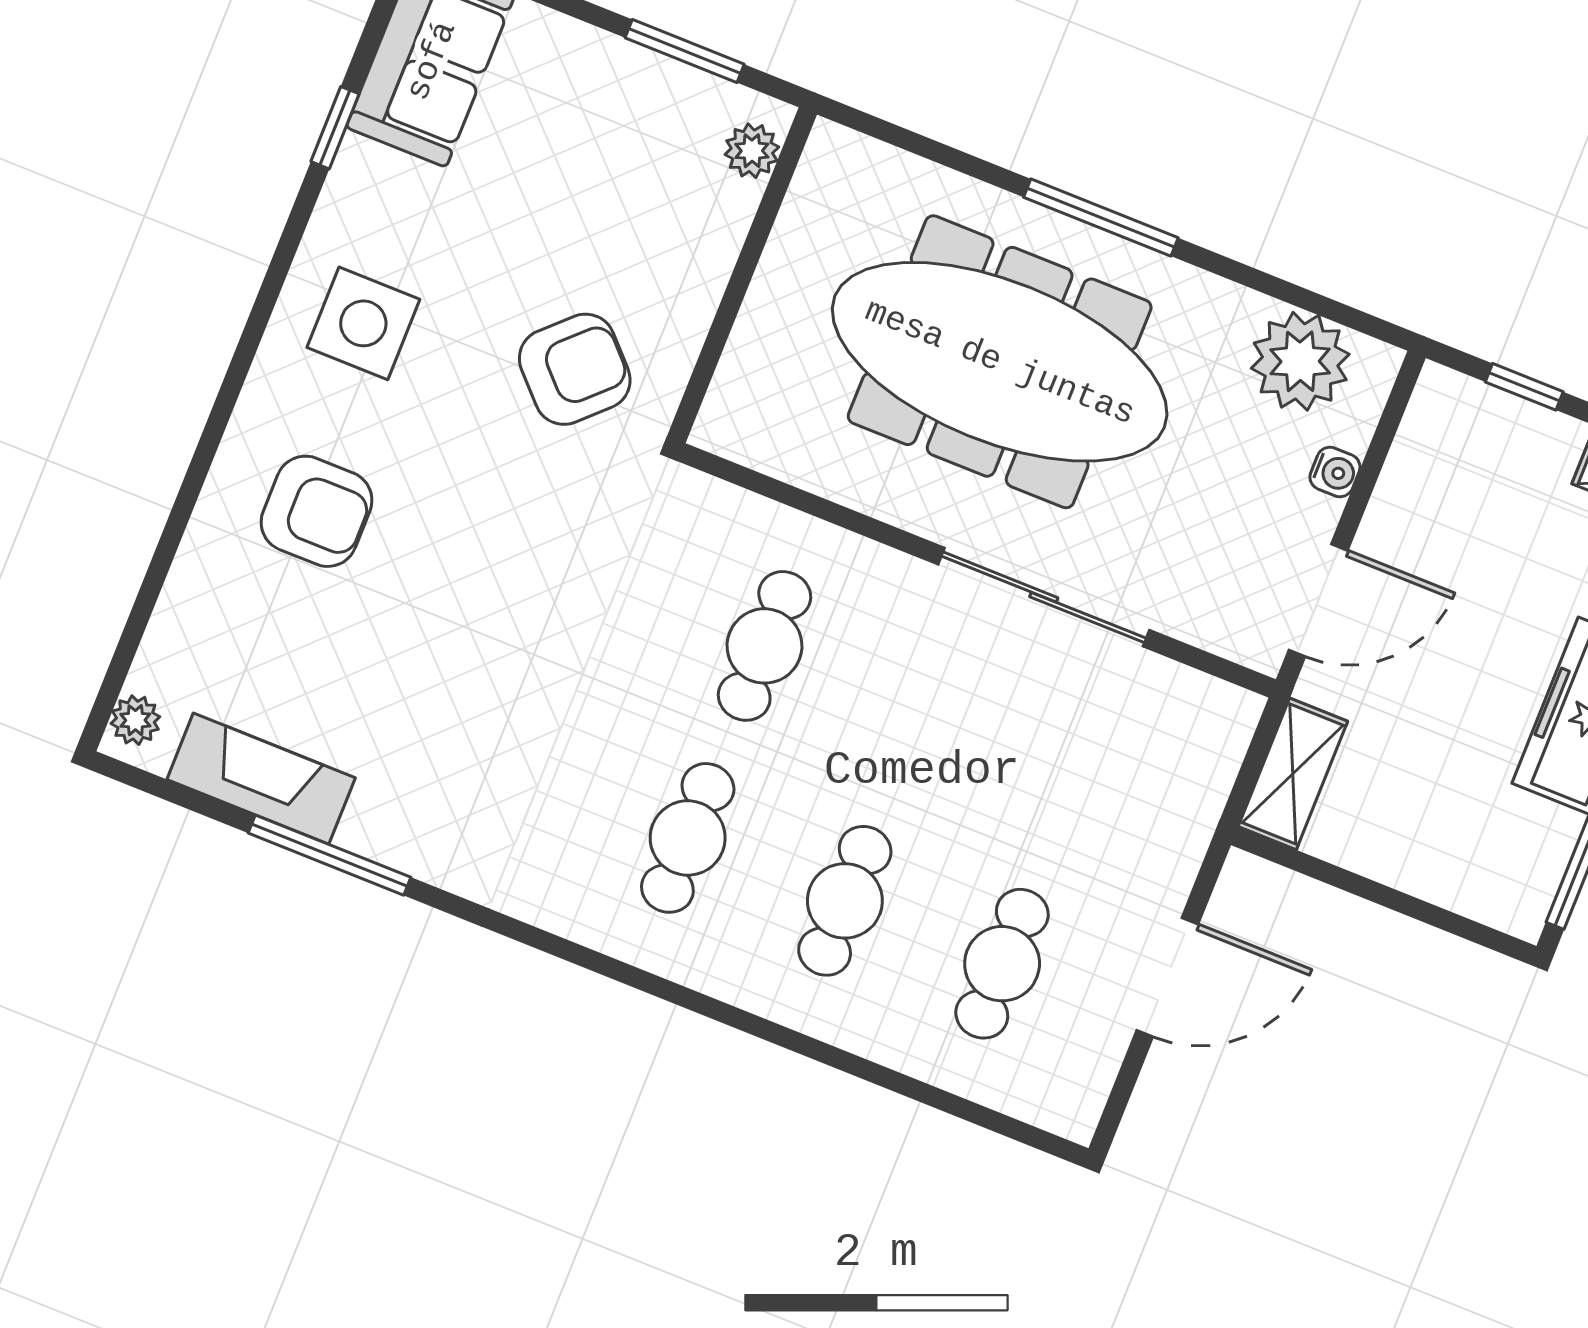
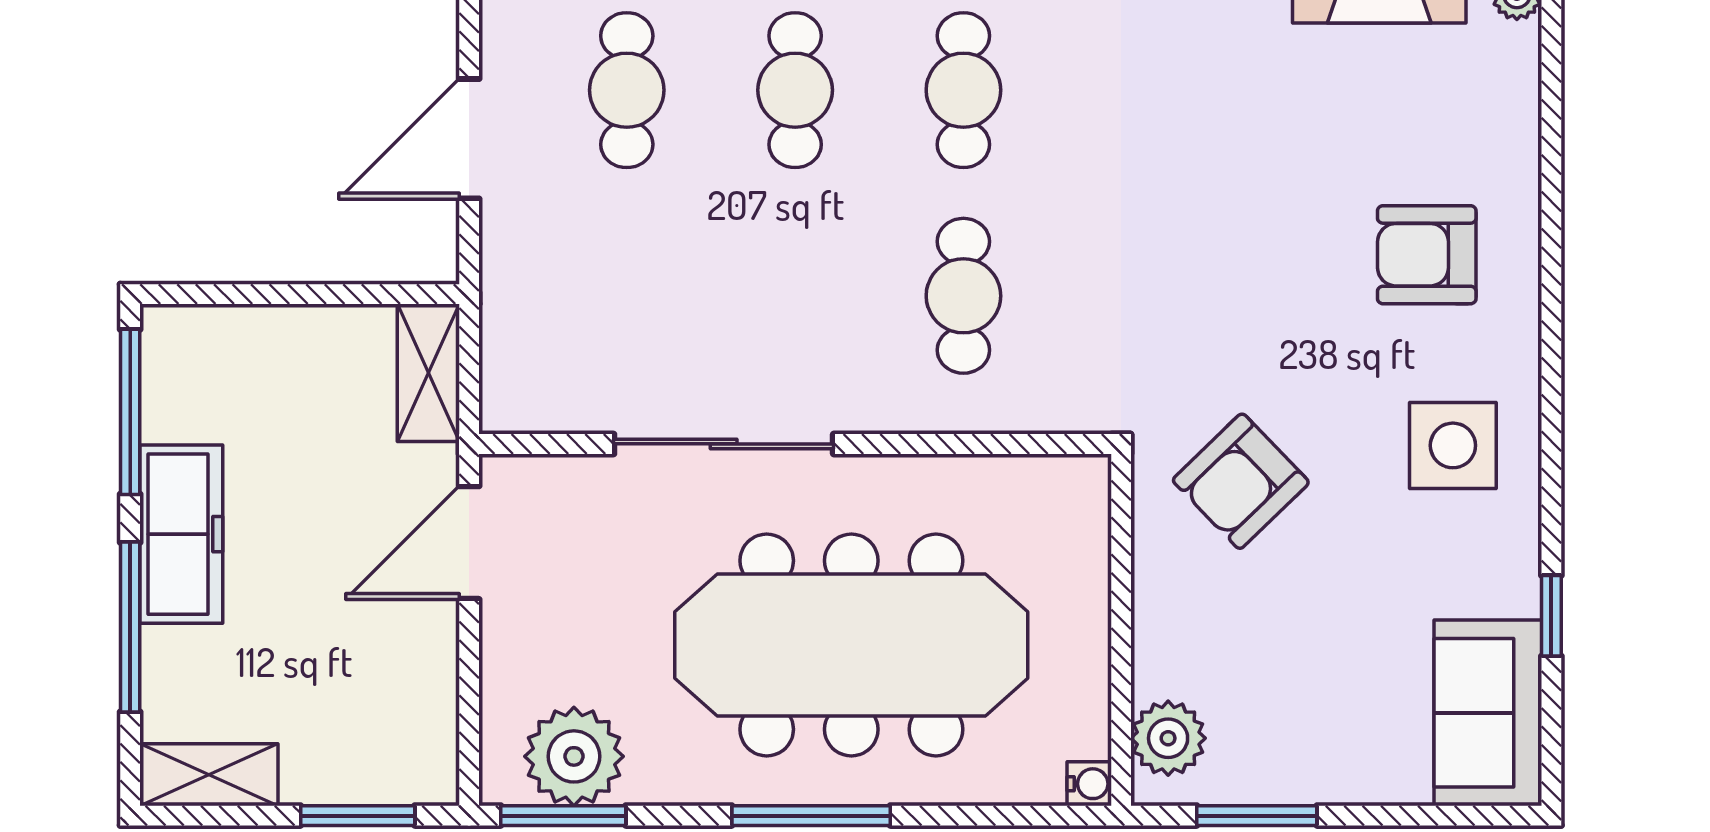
plant: (752, 151) -> (1168, 738), width x1.38, depth x1.38
window: (1332, 310) -> (563, 816), added
window: (1524, 387) -> (358, 816), width x1.50
water cooler: (1335, 472) -> (1089, 784), moved, turned 180

